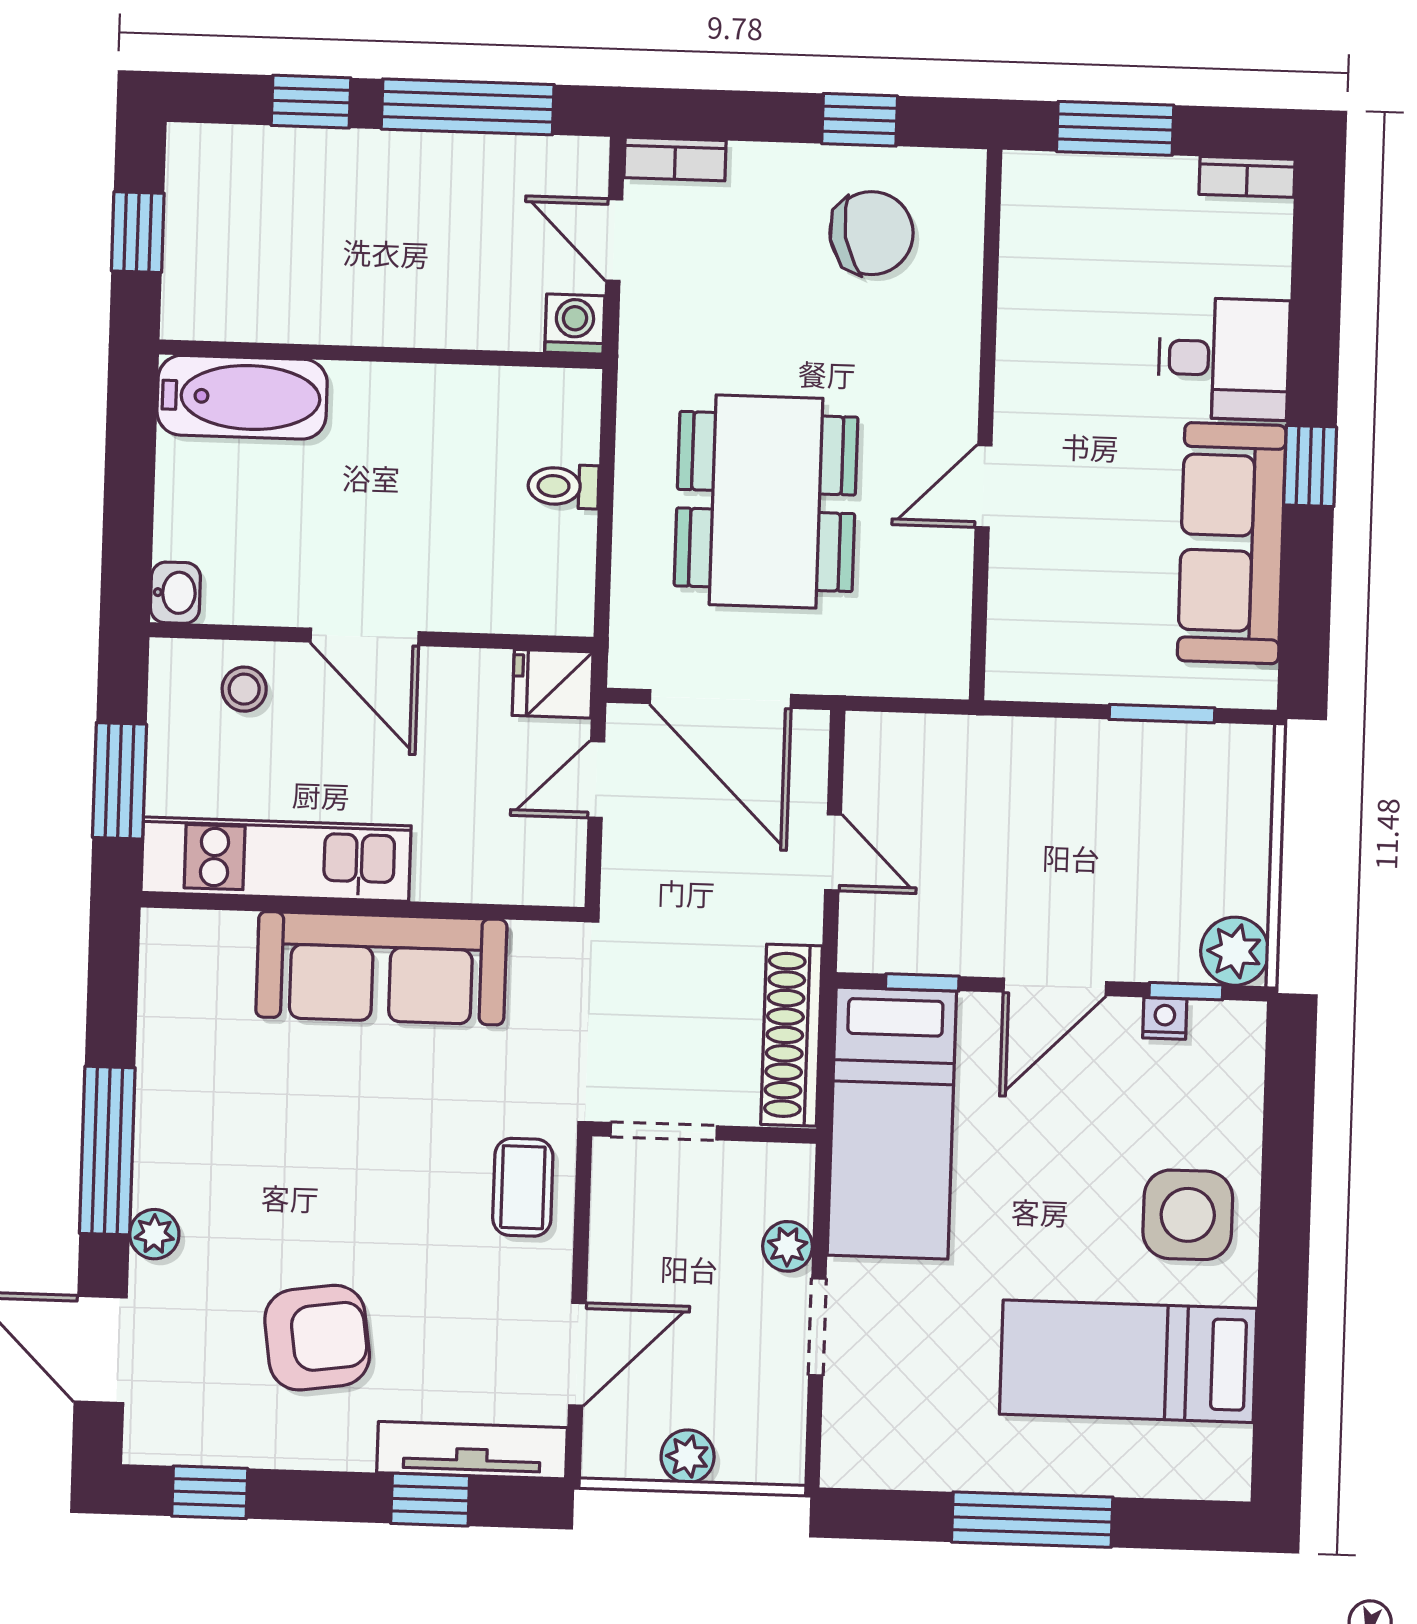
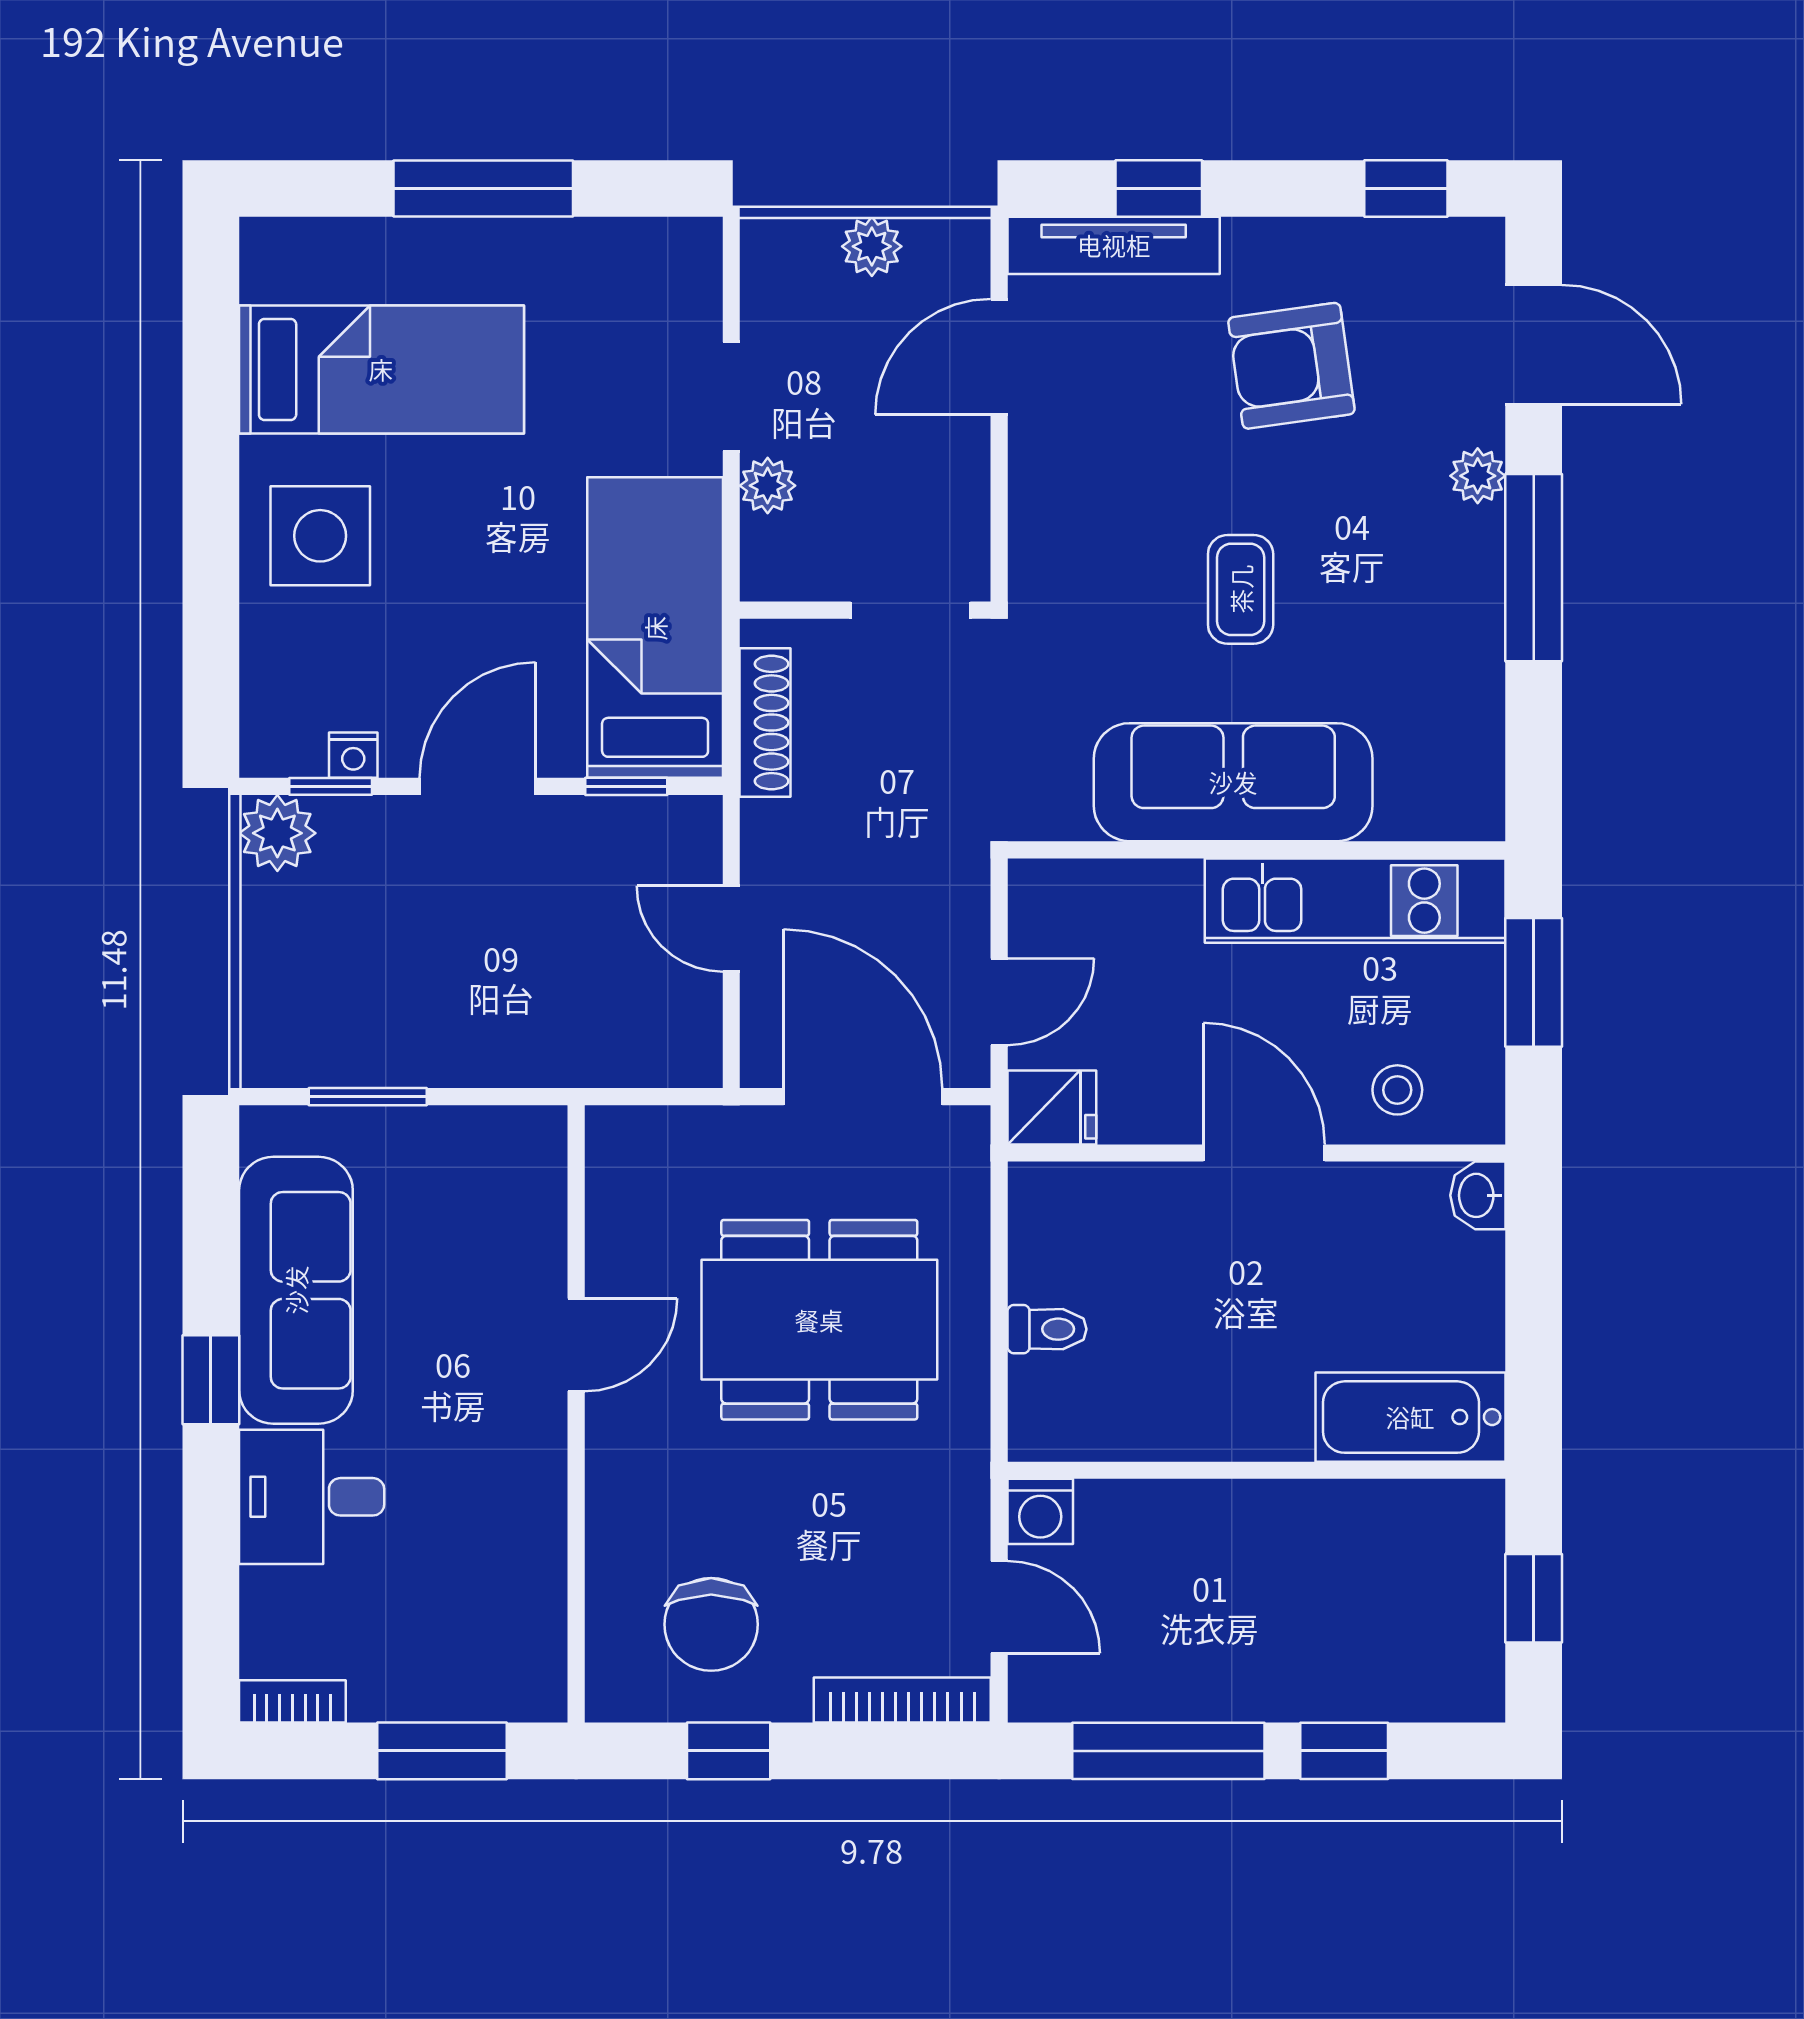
bookcase: (675, 159) -> (902, 1700), width x1.56
chair: (871, 233) -> (711, 1624), turned -79
dining table: (766, 501) -> (819, 1320), turned 90
shoe rack: (792, 1035) -> (765, 723), width x0.74, depth x0.81
coffee table: (523, 1187) -> (1241, 589), moved

